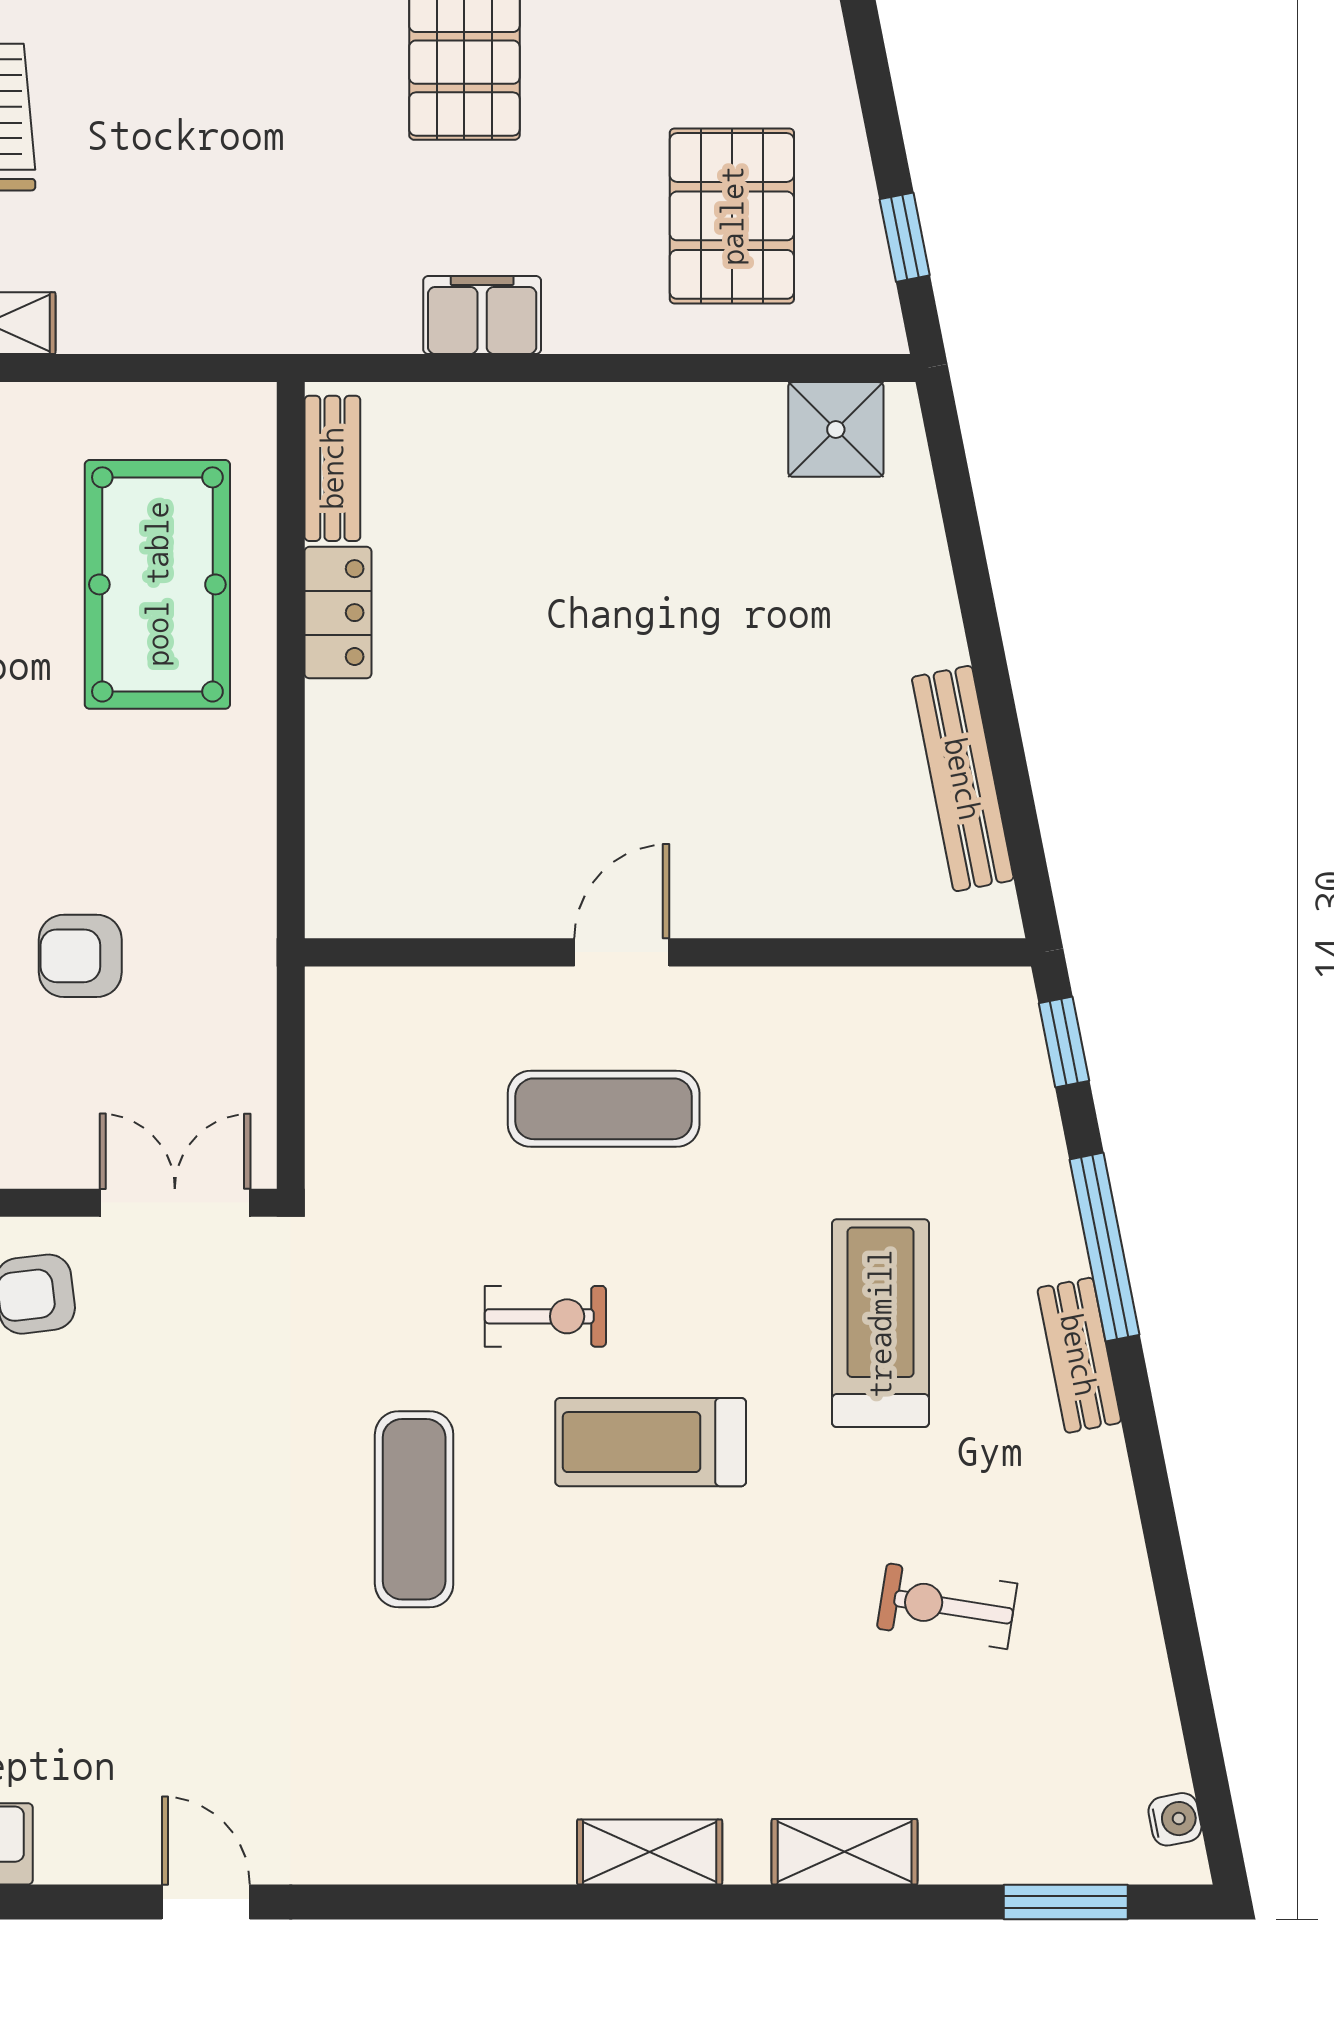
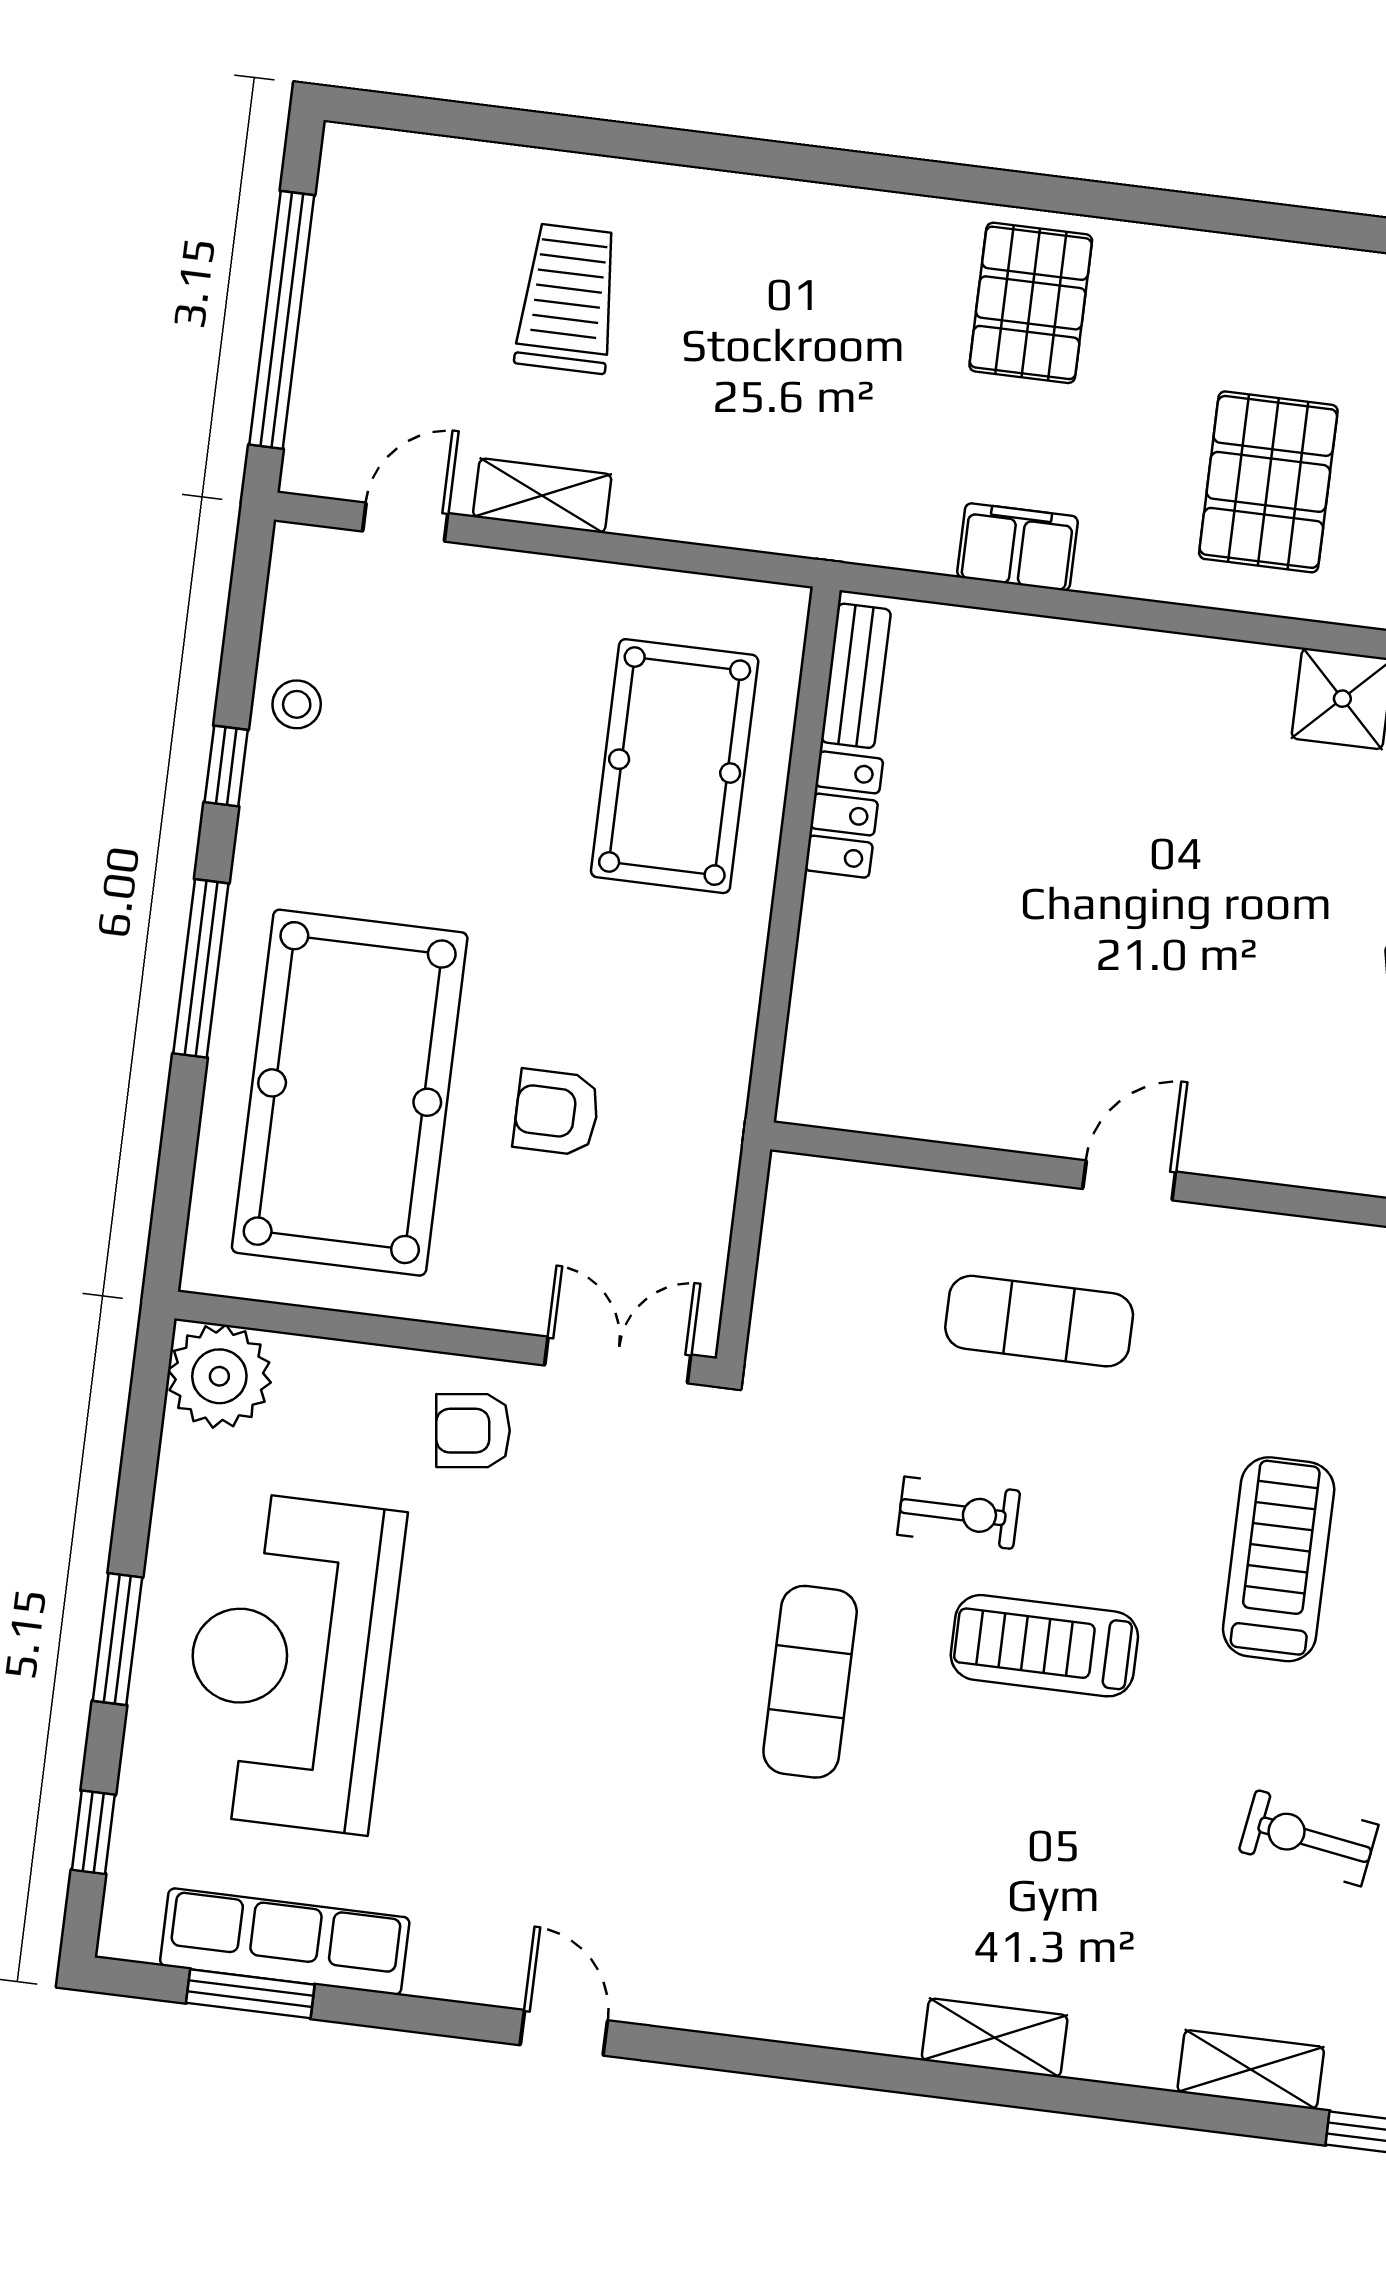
door: (622, 952) -> (1129, 1180), moved
shelving: (845, 1852) -> (1251, 2070), moved

